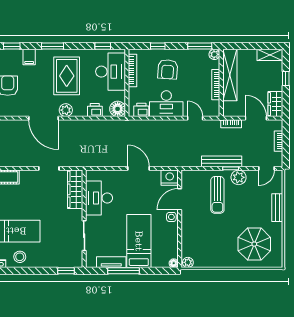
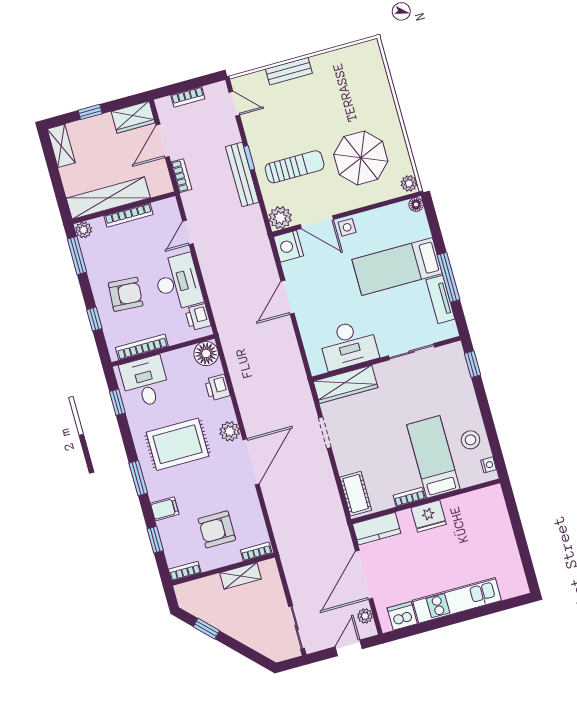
desk: (111, 72) -> (145, 382), width x0.73
plant: (239, 177) -> (280, 218), moved
parasol: (254, 244) -> (361, 158), moved

